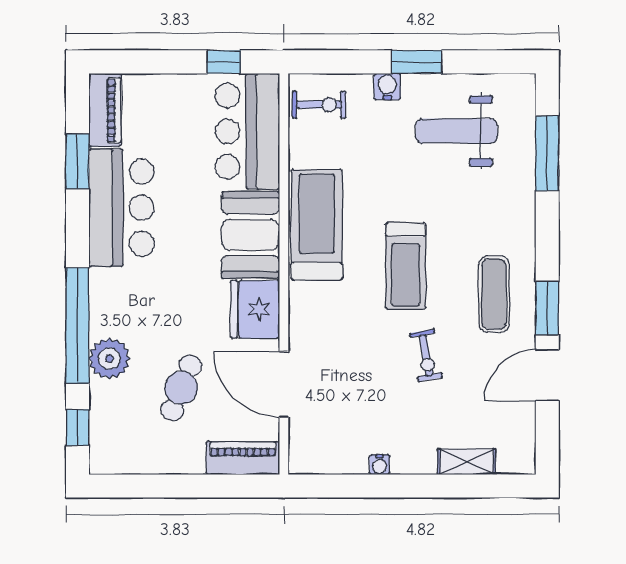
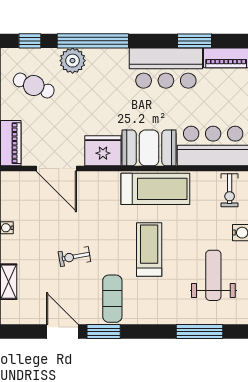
treadmill: (406, 266) -> (149, 250), moved, turned 90
exercise mat: (494, 294) -> (112, 299), turned 90
door: (284, 384) -> (56, 169), swing flipped
cafe table: (181, 388) -> (34, 85), moved

